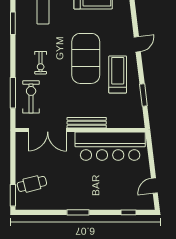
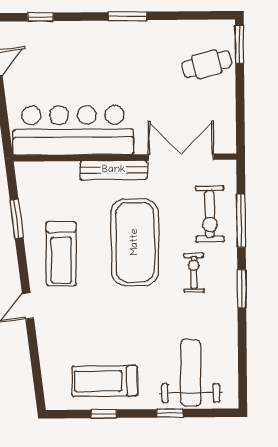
window: (13, 23) -> (242, 289), moved
exercise mat: (86, 58) -> (135, 242), moved

